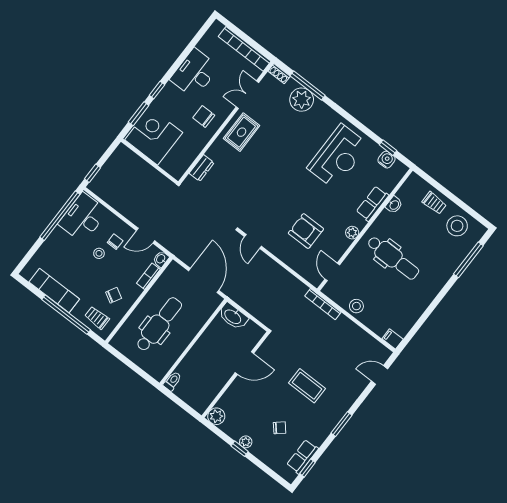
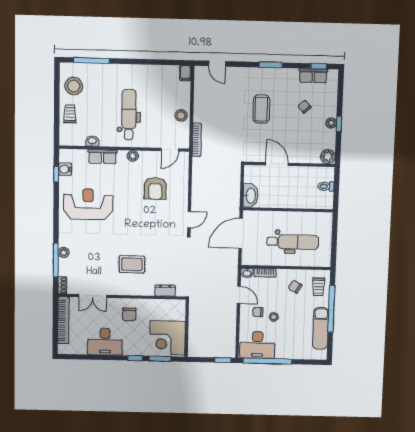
plant: (302, 100) -> (64, 253), width x0.53, depth x0.53
rug: (242, 132) -> (132, 264), moved
dental chair: (159, 324) -> (293, 242), turned 180
toilet: (172, 381) -> (326, 186), moved

